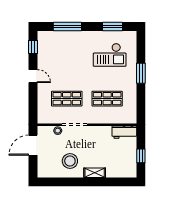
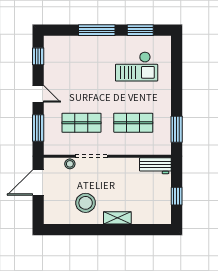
window: (67, 27) -> (97, 30), moved
window: (141, 73) -> (177, 129), moved
window: (33, 103) -> (38, 128), added

